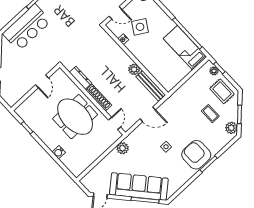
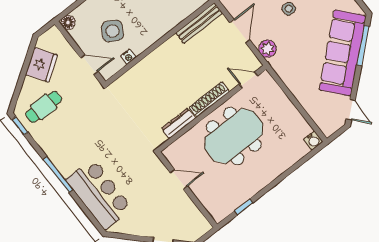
door: (115, 13) -> (89, 65), hinge flipped
plant: (134, 69) -> (173, 45), removed
plant: (123, 148) -> (267, 49), moved
water cooler: (59, 152) -> (313, 141), moved

